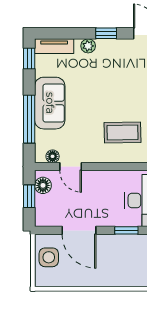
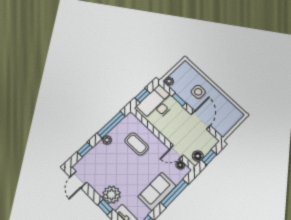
window: (106, 33) -> (105, 207), moved
plant: (88, 46) -> (111, 195), width x1.88, depth x1.88
door: (71, 166) -> (176, 152), swing flipped
side table: (49, 257) -> (198, 92), moved

